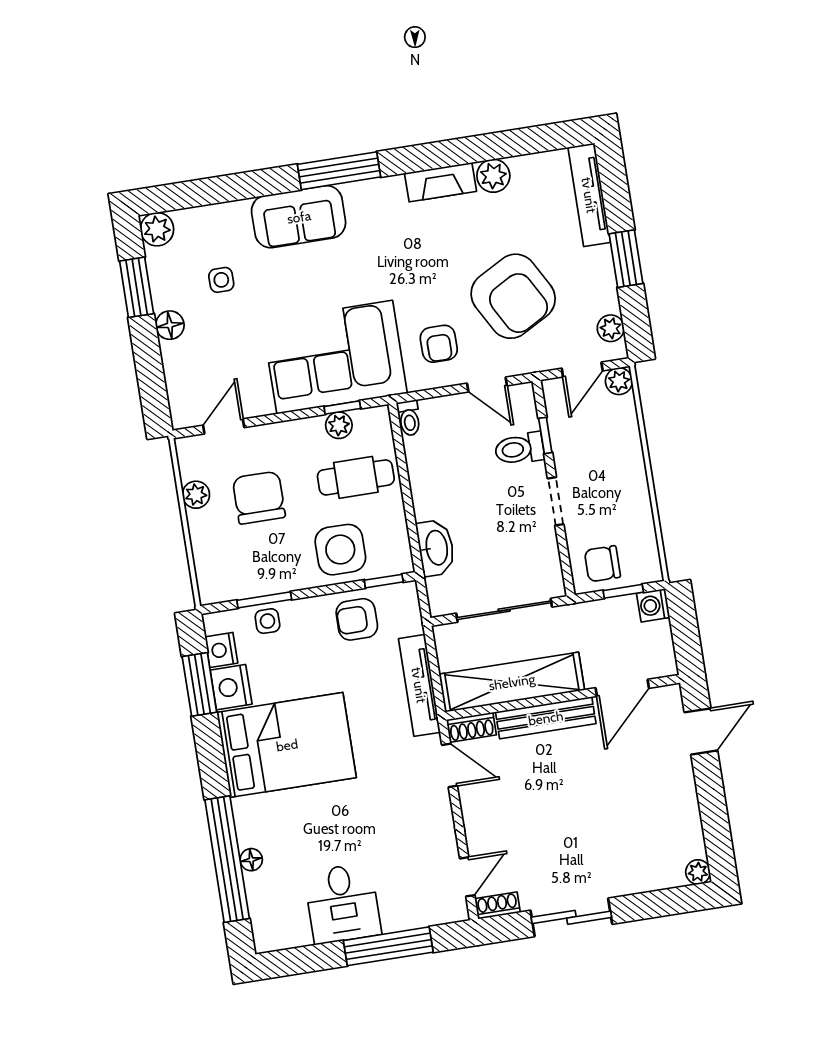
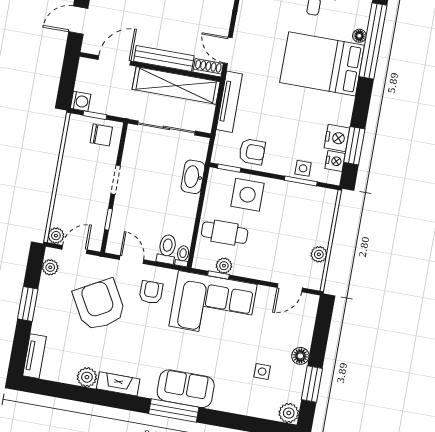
tv unit: (589, 195) -> (35, 356), width x0.71
sofa: (299, 217) -> (186, 389), moved
toilet: (519, 449) -> (167, 249), moved, turned -90
chair: (259, 498) -> (284, 240), removed
bed: (287, 745) -> (322, 64), moved

